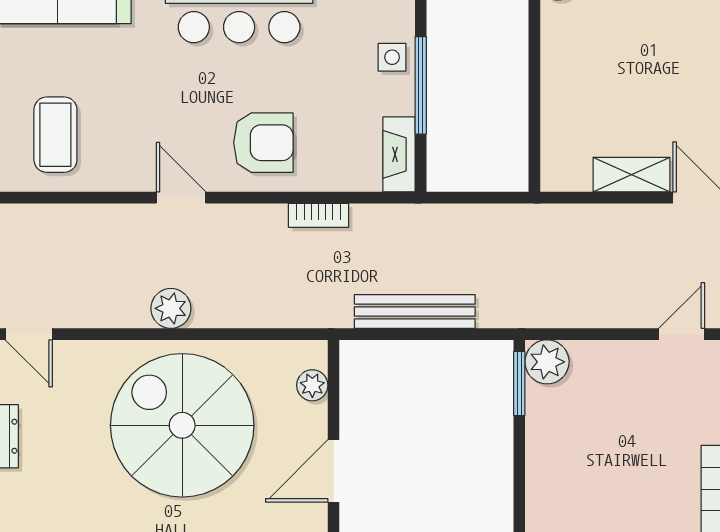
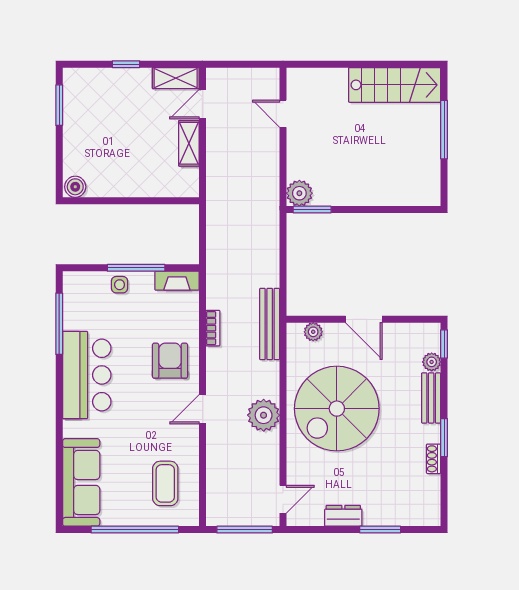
coffee table: (55, 135) -> (165, 483), turned 90
plant: (171, 308) -> (264, 415), width x1.36, depth x1.36
bench: (415, 311) -> (270, 324), moved

